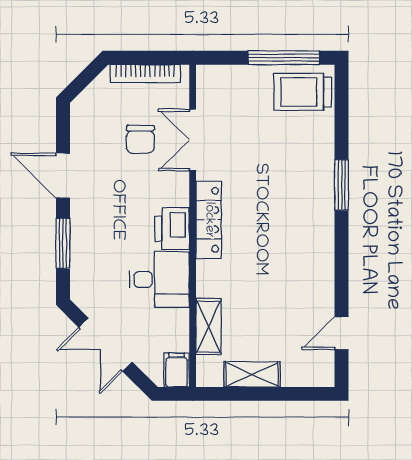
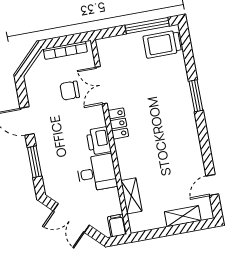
chair: (140, 139) -> (70, 91), turned 90
locker: (209, 220) -> (118, 123), width x0.66
shelving: (252, 374) -> (183, 216), moved

